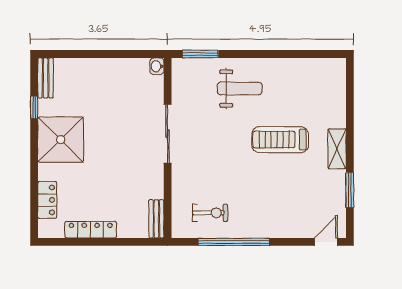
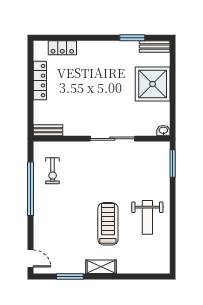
weight bench: (240, 89) -> (147, 217), moved
window: (34, 107) -> (132, 38), width x1.50
shower: (61, 140) -> (153, 84), moved

